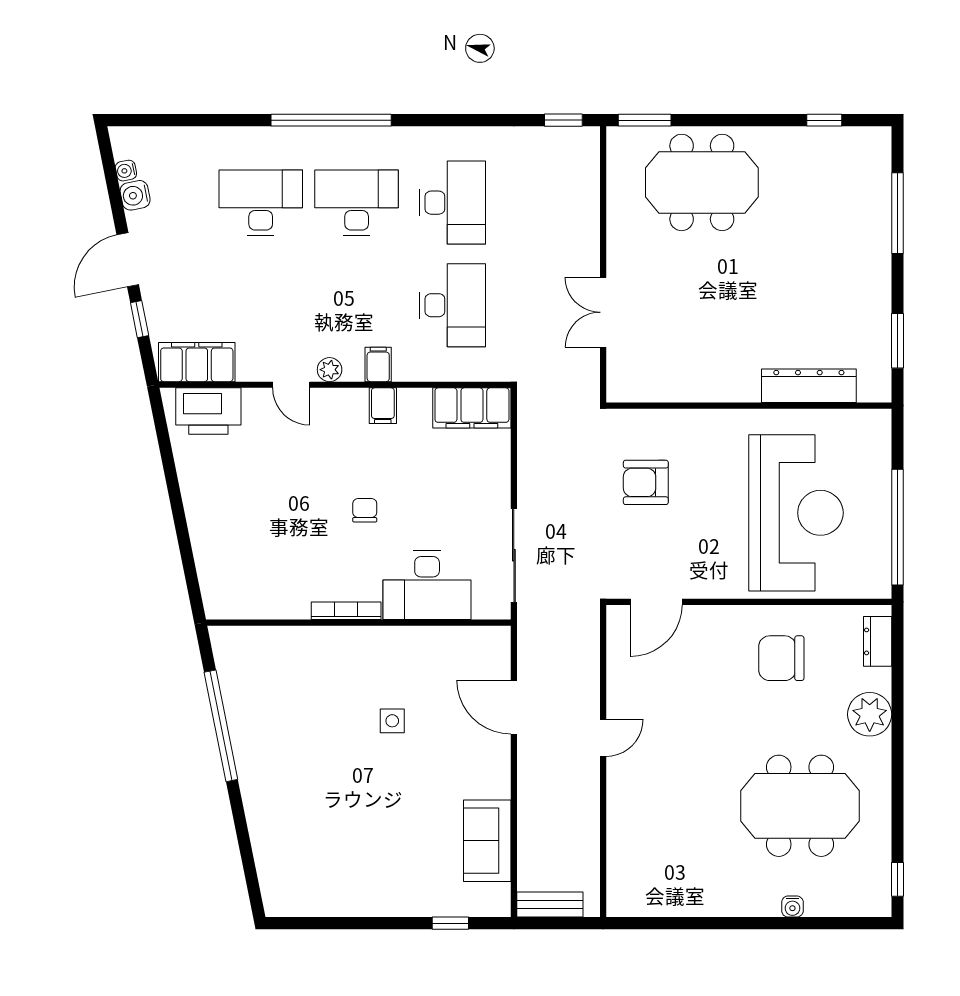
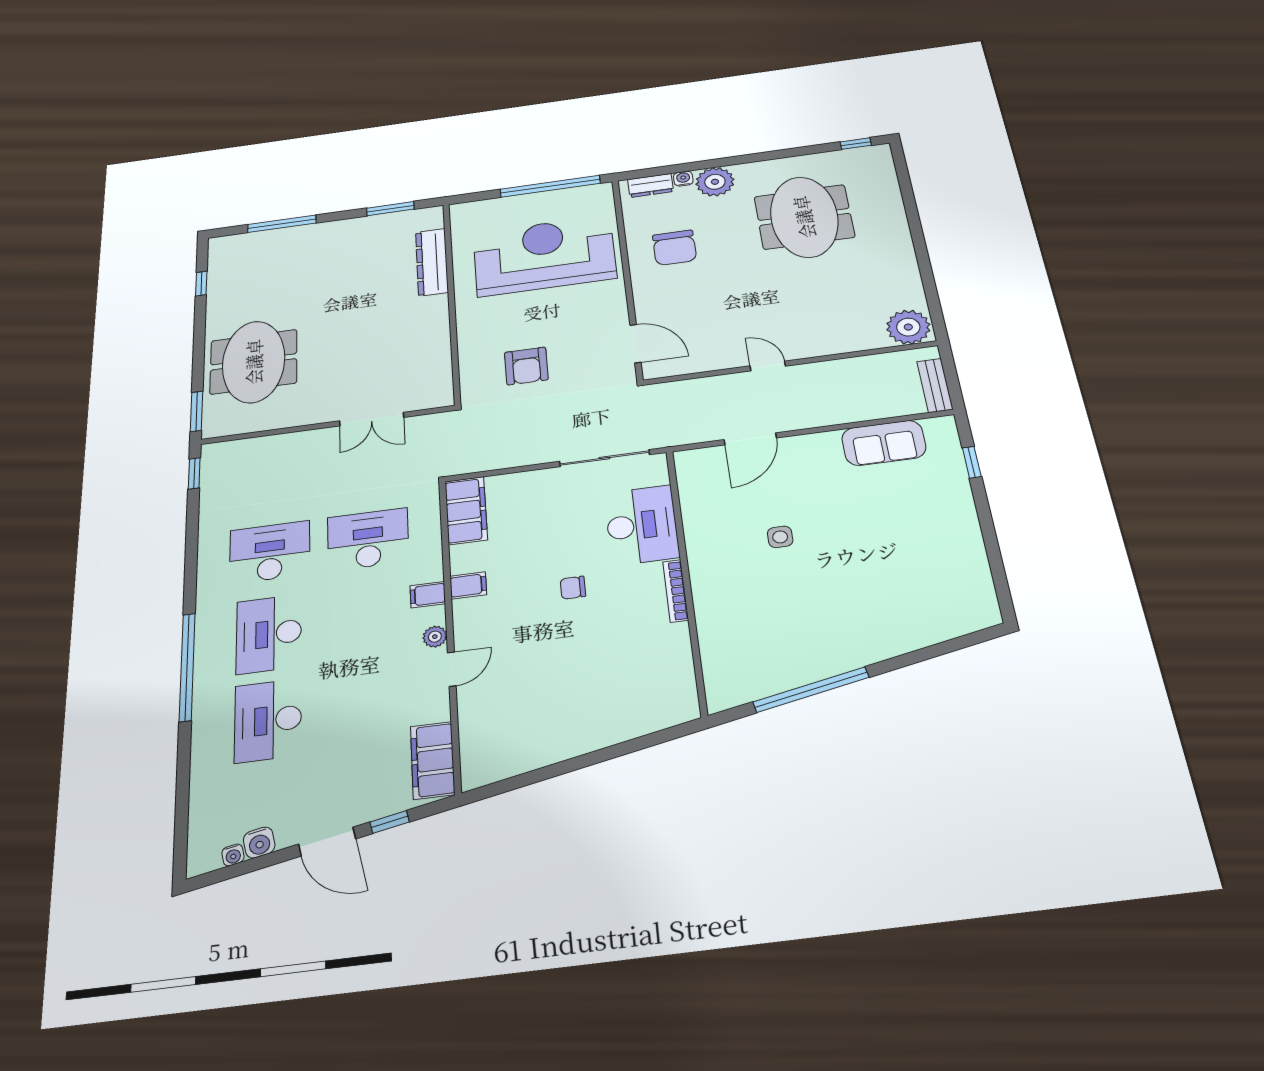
printer: (208, 411) -> (483, 743), removed
plant: (629, 891) -> (908, 327), added
water cooler: (792, 907) -> (683, 179), moved, turned -90

